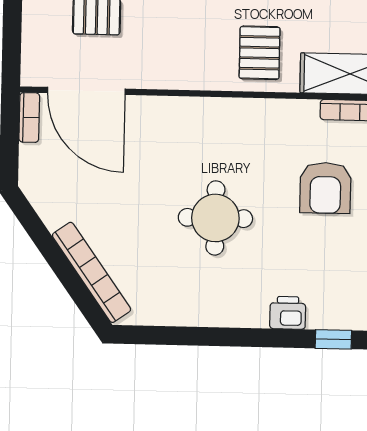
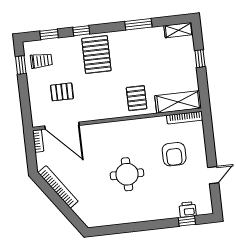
bookcase: (92, 272) -> (58, 187), moved
printer: (288, 313) -> (188, 209), moved

